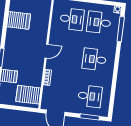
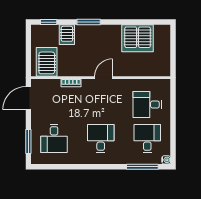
desk: (72, 19) -> (147, 105), turned 90
server rack: (19, 20) -> (138, 38), width x1.60
door: (46, 51) -> (104, 78), swing flipped

